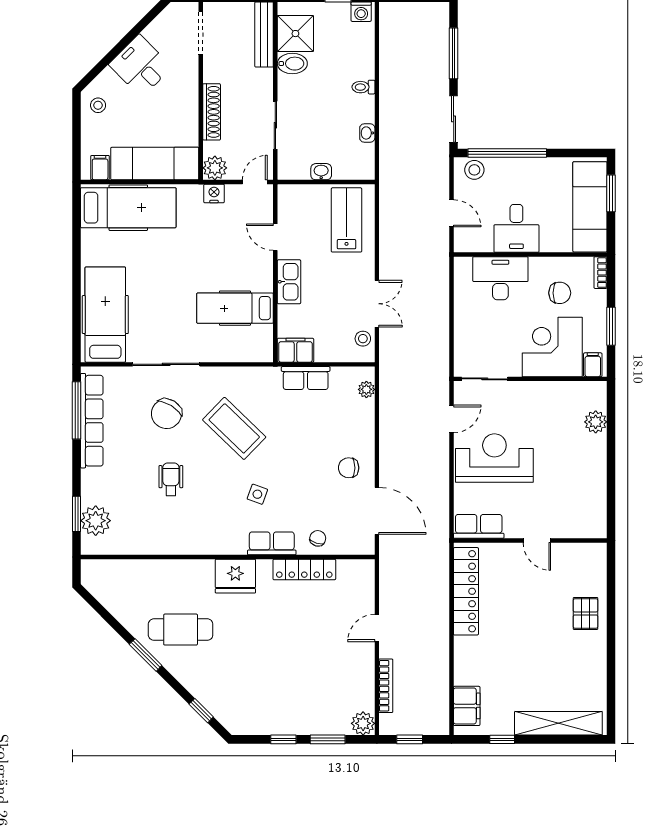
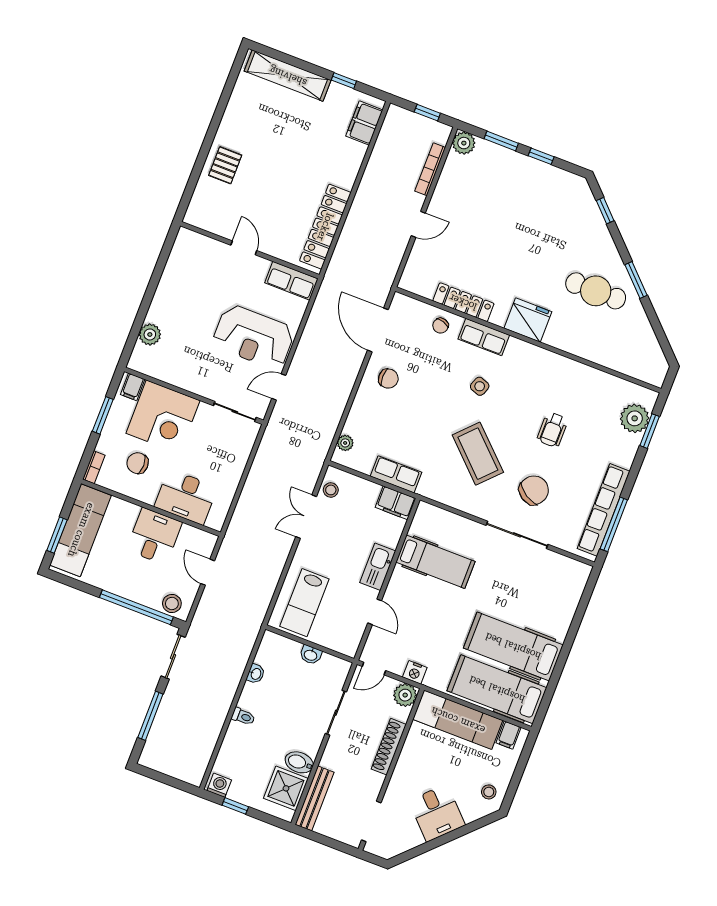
hospital bed: (105, 315) -> (513, 646), moved, turned 90

